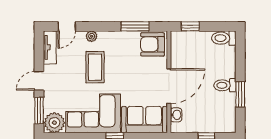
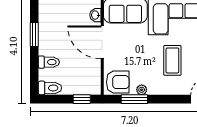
plant: (92, 36) -> (142, 90), moved
toilet: (225, 85) -> (49, 62), moved
door: (169, 86) -> (102, 42), hinge flipped

